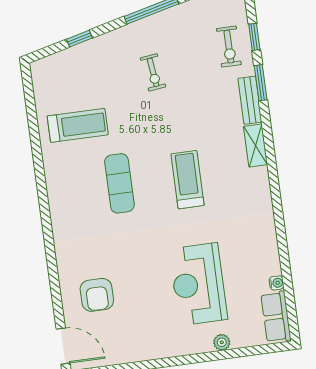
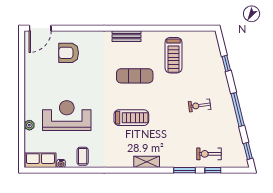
bench: (250, 100) -> (126, 36), moved
coffee table: (260, 250) -> (83, 156), added

